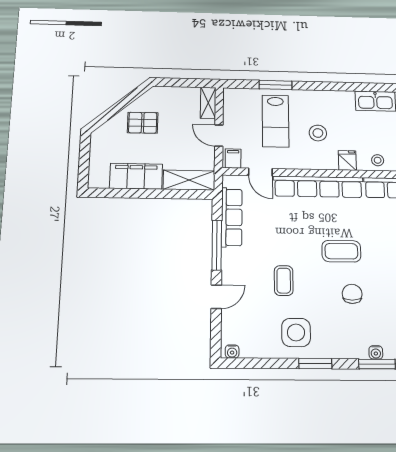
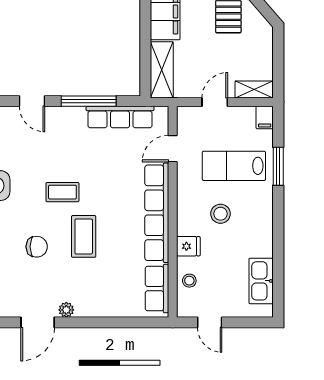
filing cabinet: (233, 158) -> (265, 117), moved, turned 90
coffee table: (284, 281) -> (62, 192), moved

